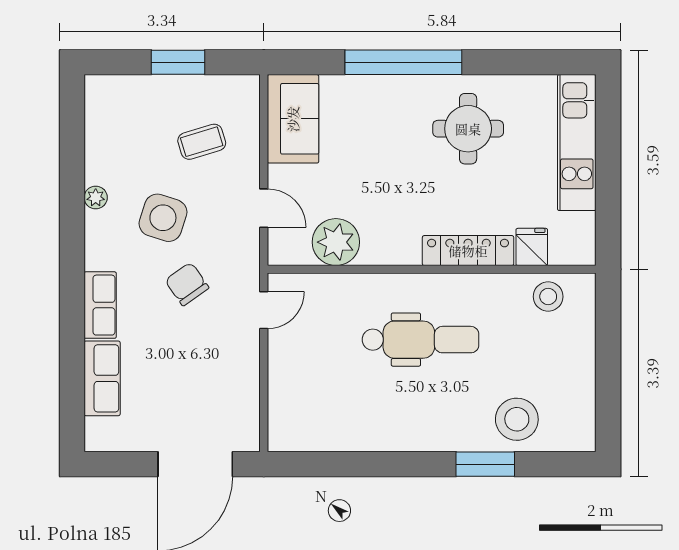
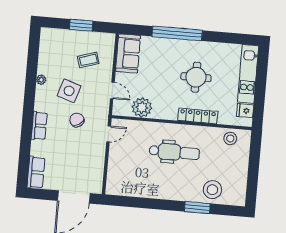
round table: (468, 129) -> (196, 77), moved
fridge: (532, 247) -> (245, 111), moved, turned -90
row of seats: (102, 378) -> (36, 172), moved

